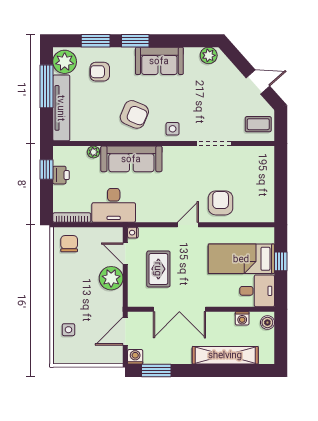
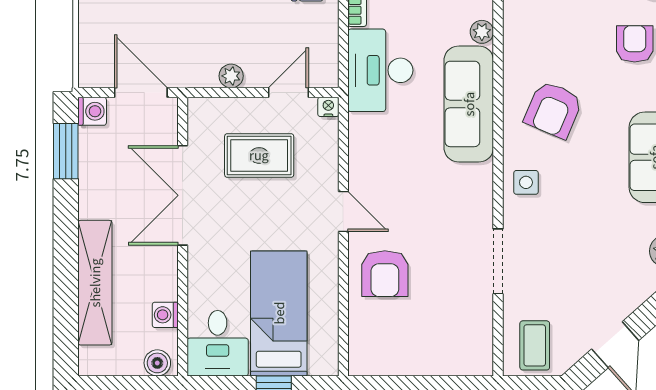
armchair: (221, 203) -> (385, 274), turned 90
plant: (111, 278) -> (231, 76), width x0.53, depth x0.53

